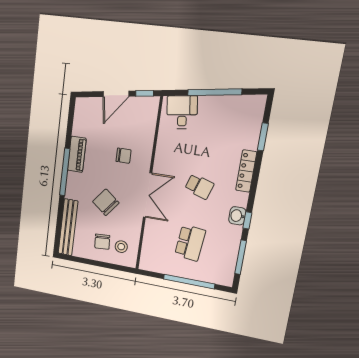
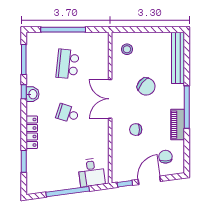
chair: (102, 242) -> (165, 157), moved

